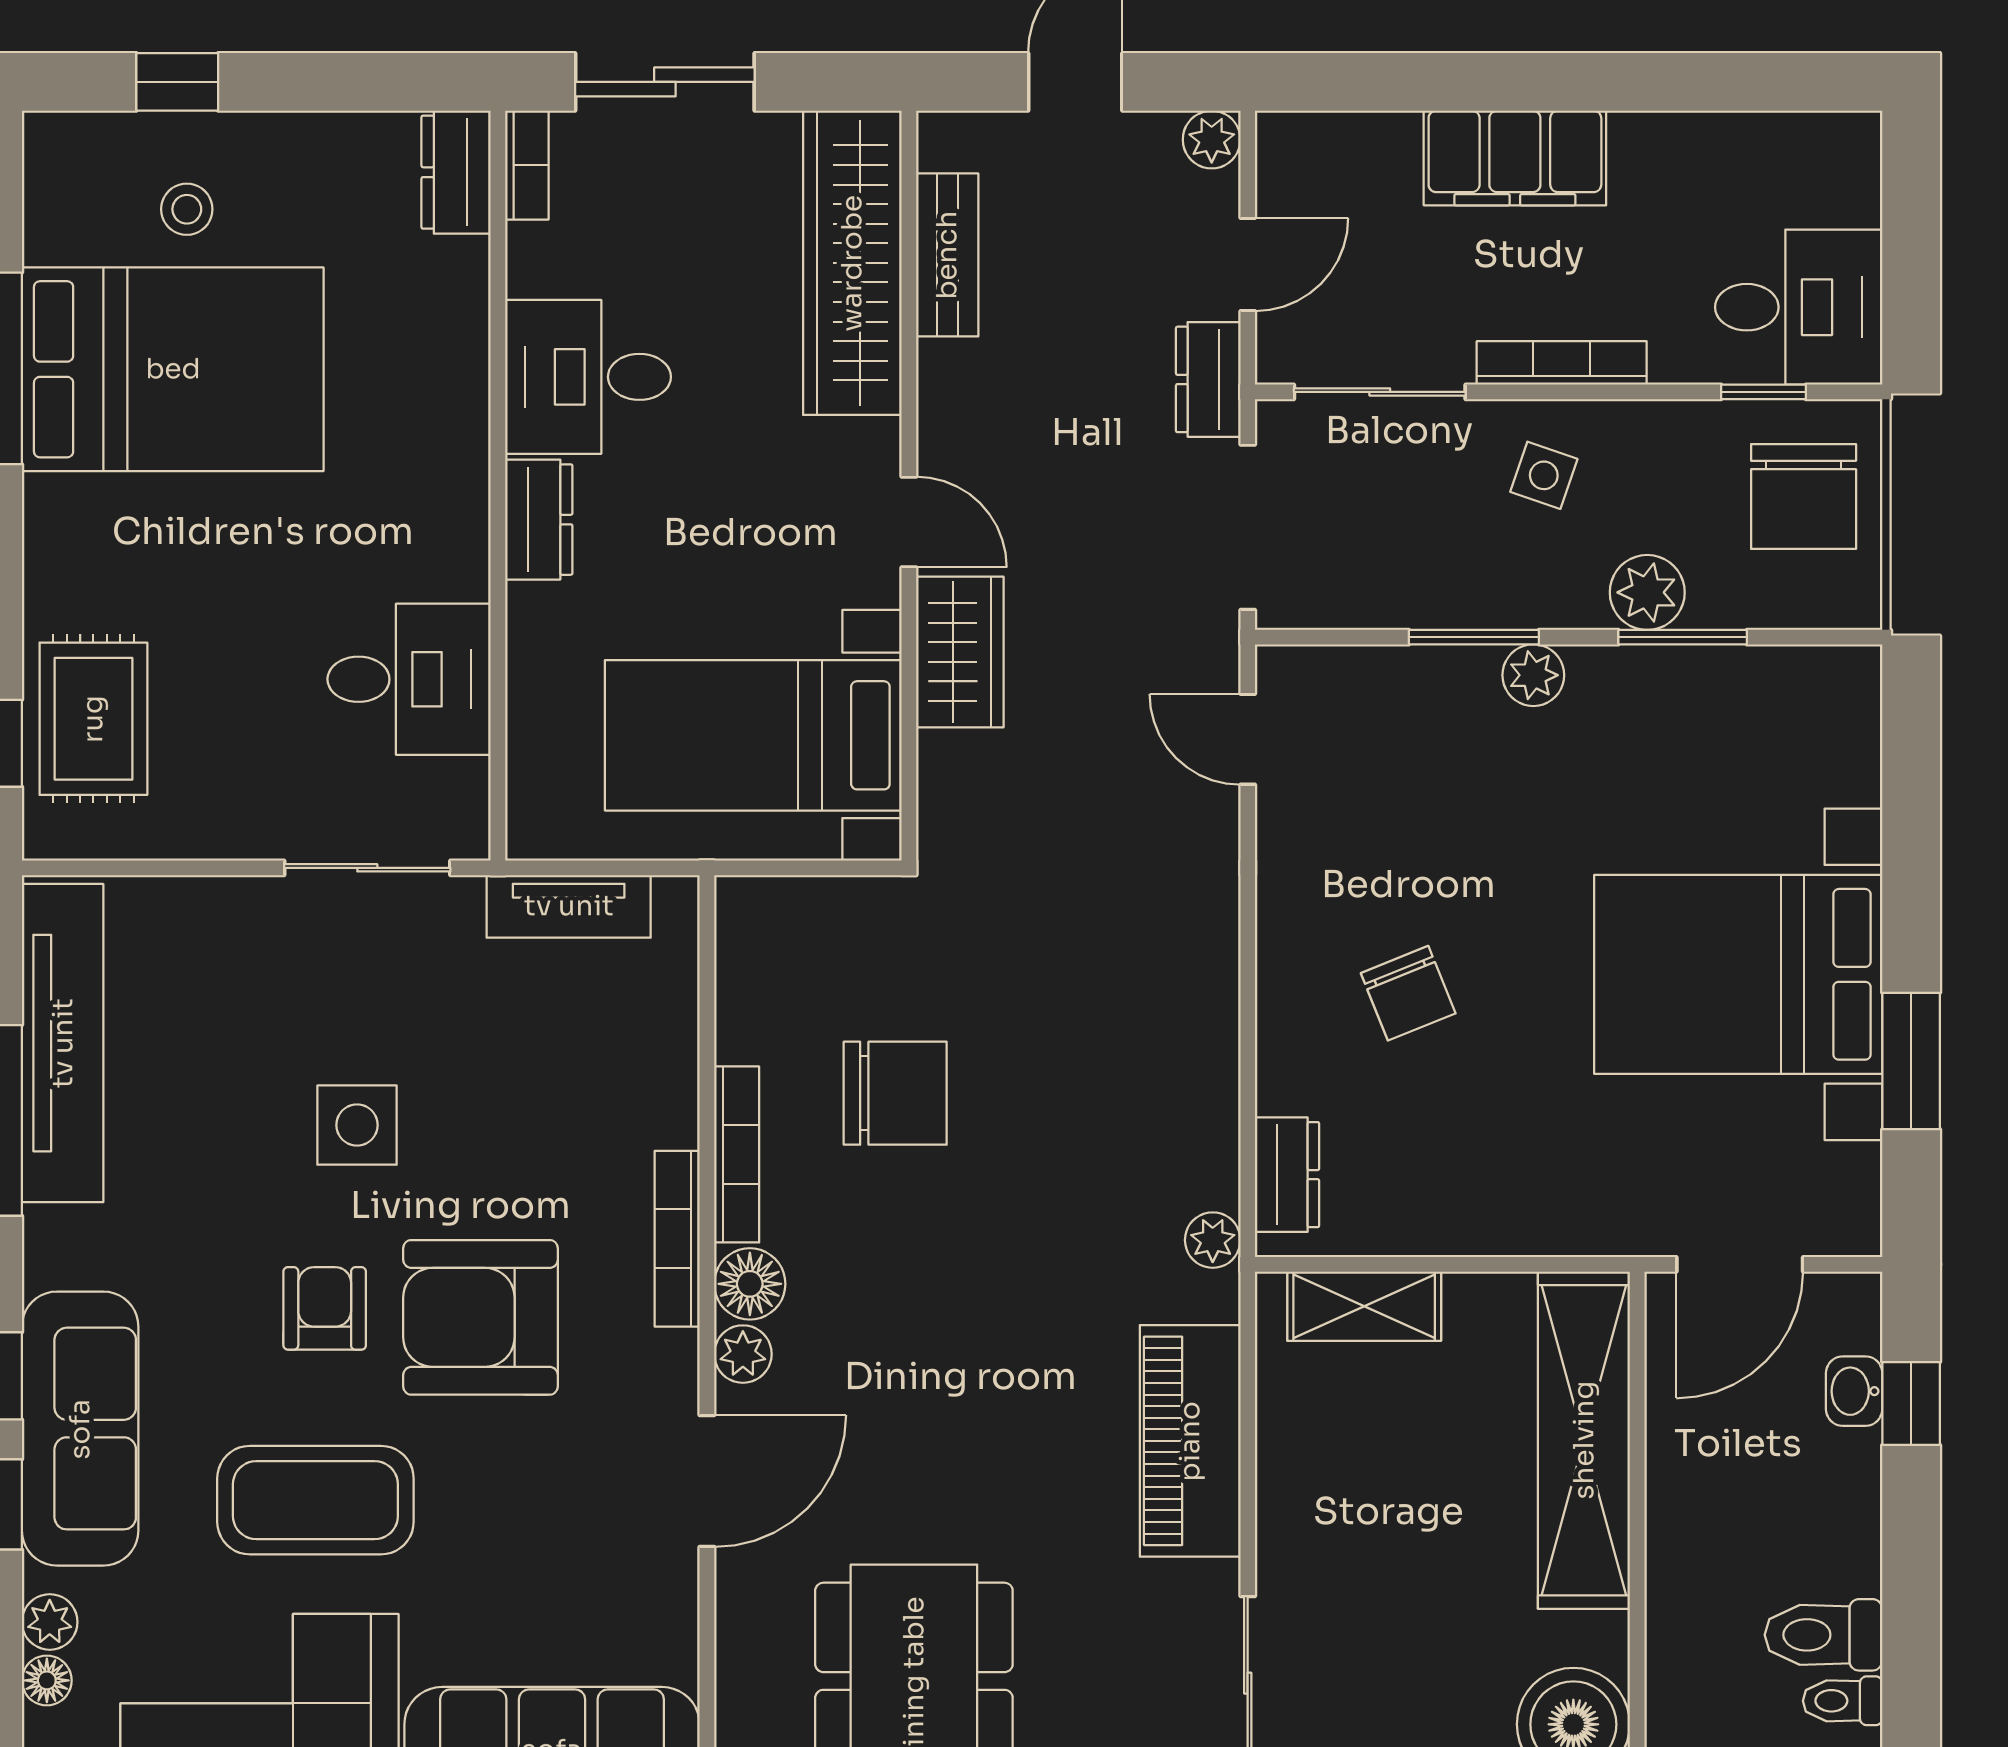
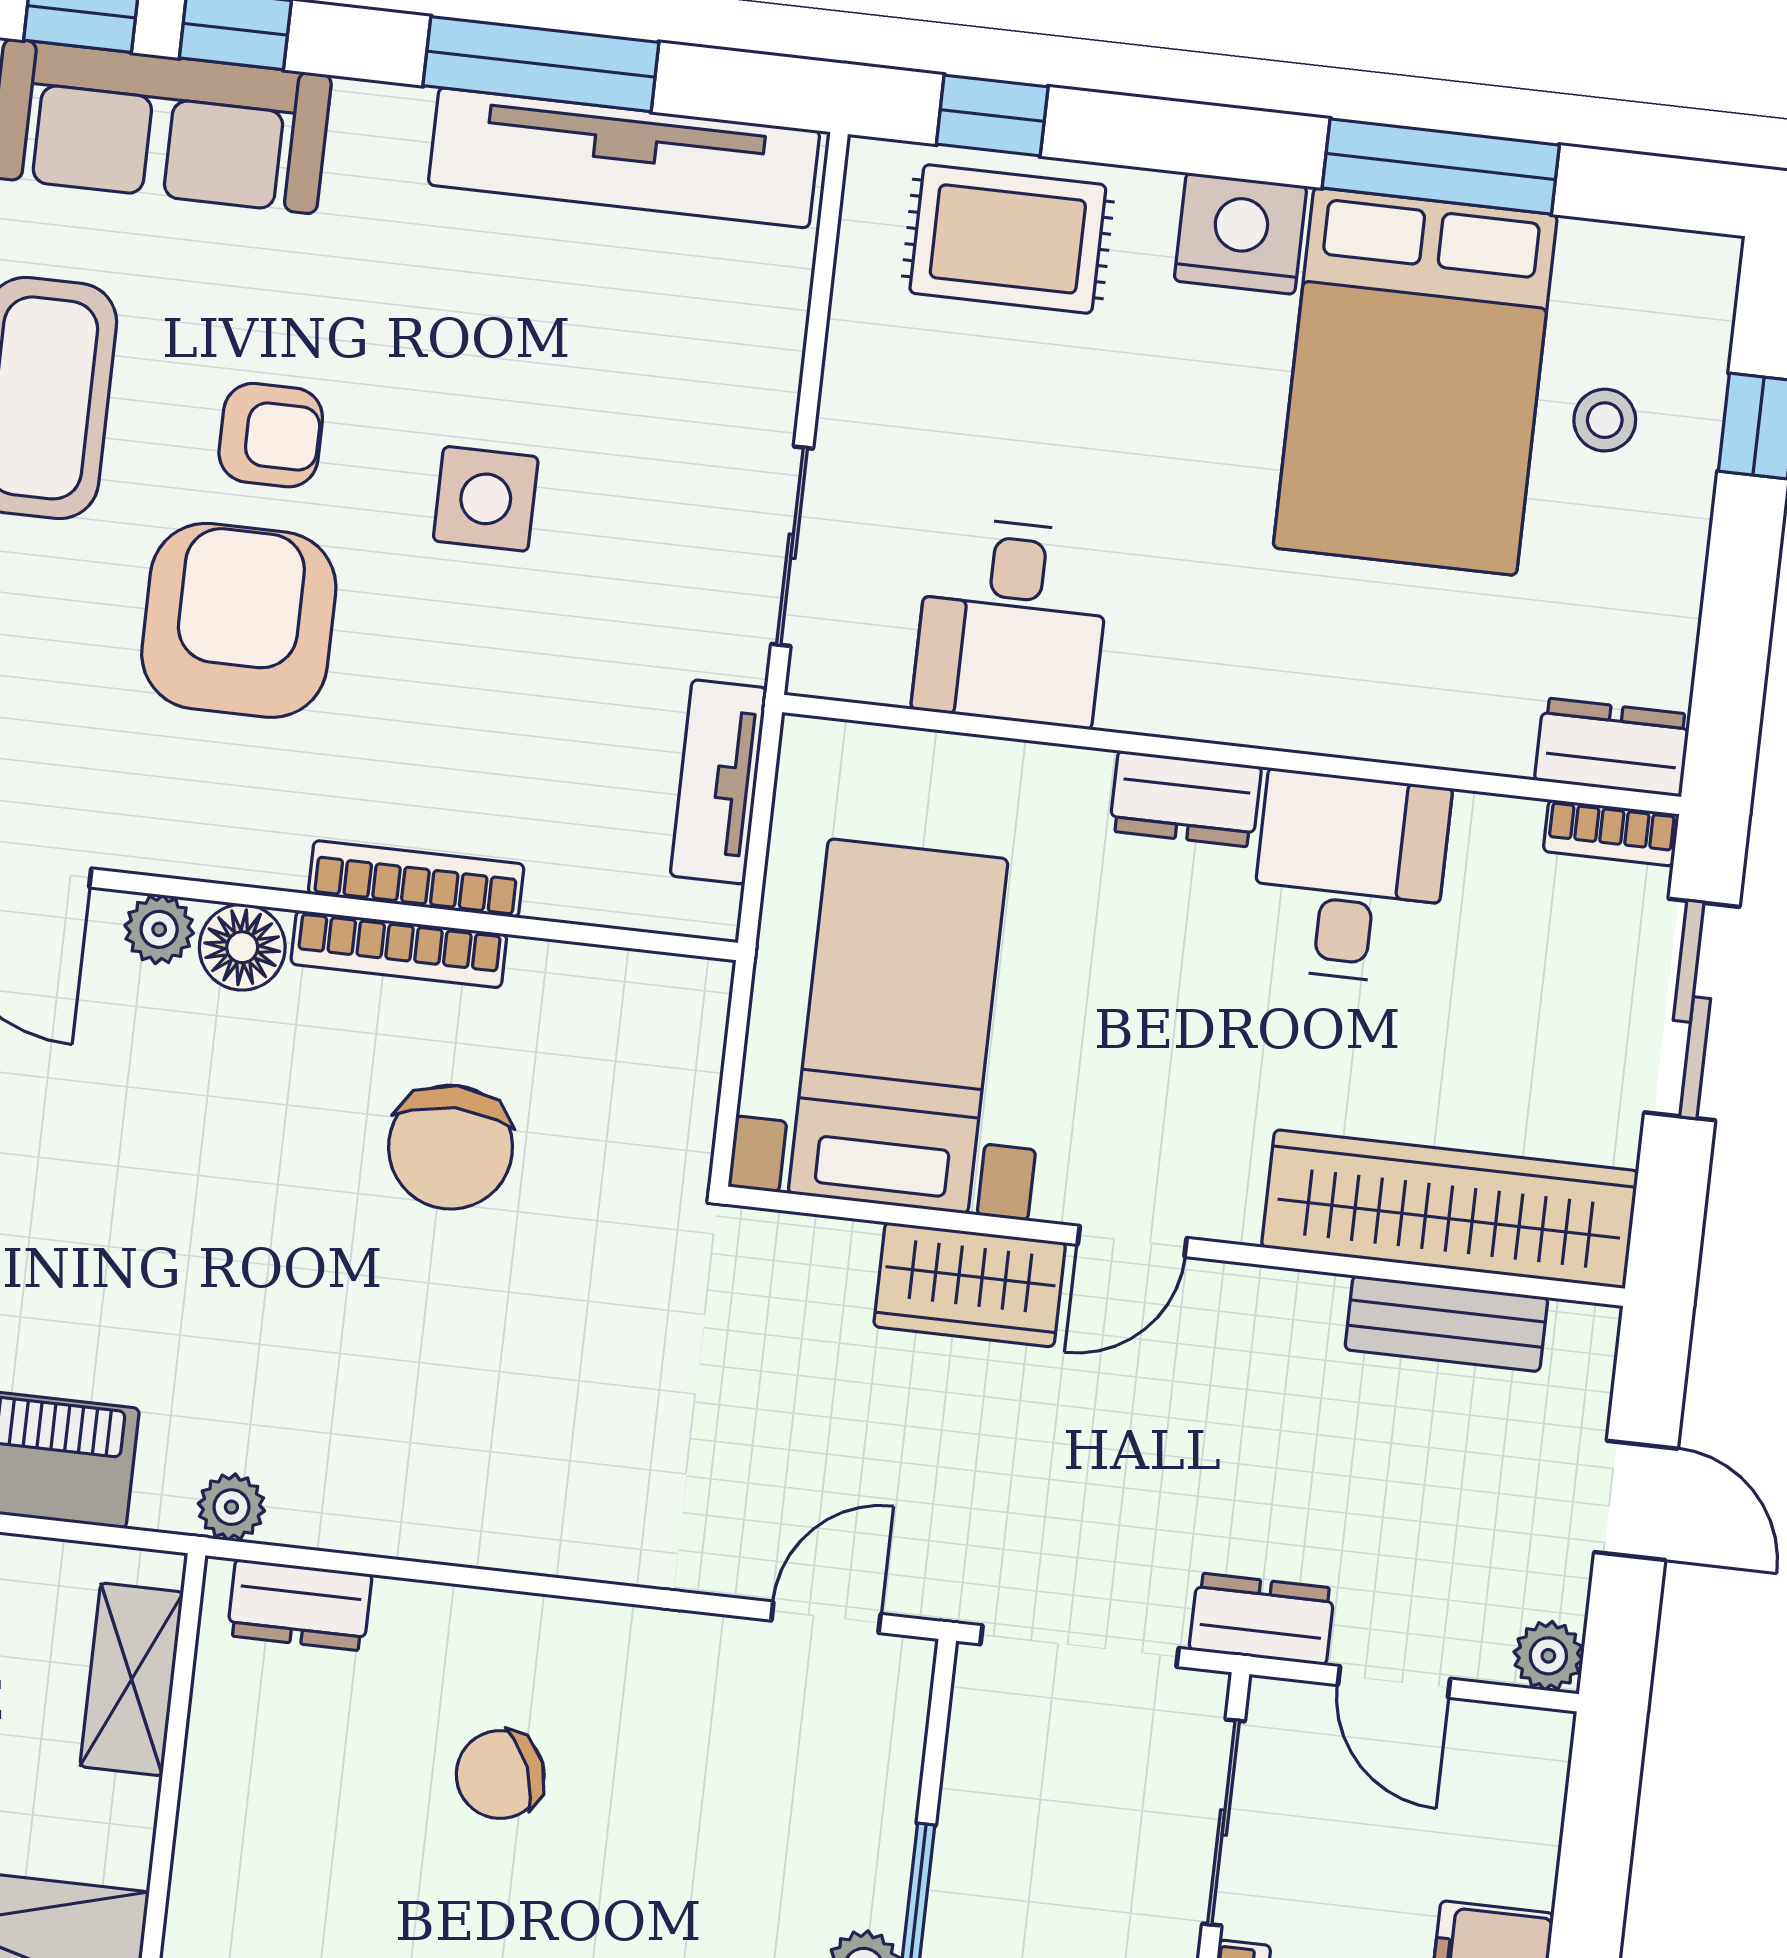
nightstand: (67, 527) -> (1240, 234), added
bookcase: (677, 1239) -> (416, 879), moved

